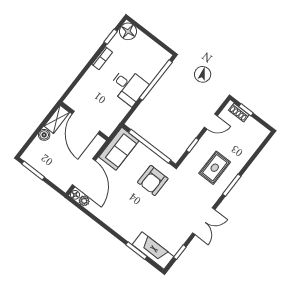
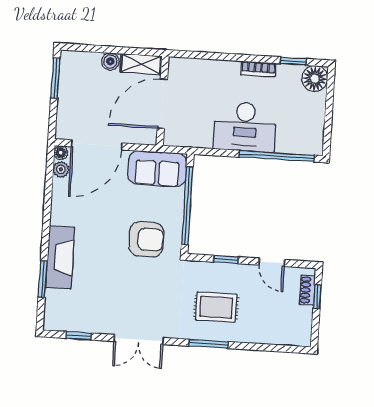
desk: (128, 86) -> (245, 127), width x1.37
armchair: (153, 180) -> (146, 239), turned 180
fireplace: (153, 250) -> (60, 257), moved

